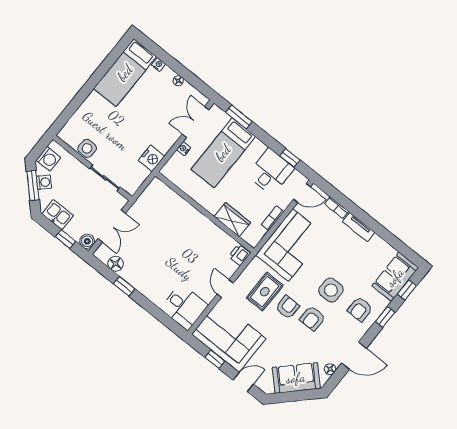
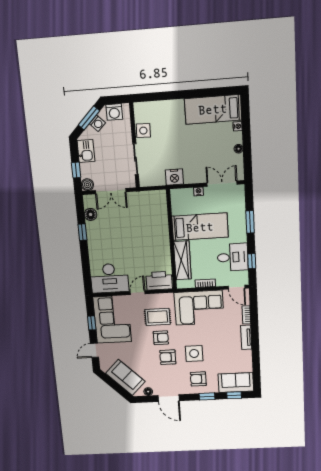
window: (239, 117) -> (250, 222), moved
bed: (223, 153) -> (200, 227), moved, turned 180
wardrobe: (232, 220) -> (182, 260), width x1.50
printer: (239, 255) -> (159, 281), width x1.87, depth x1.48
desk: (184, 307) -> (109, 278), width x1.37
door: (243, 382) -> (94, 350), swing flipped

